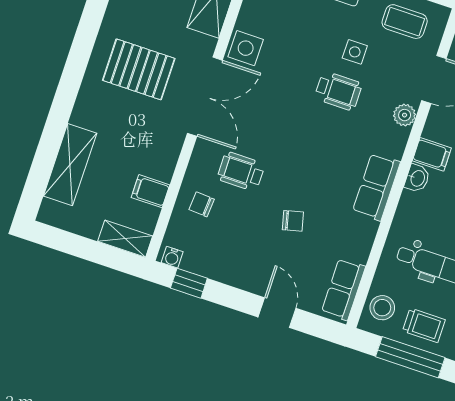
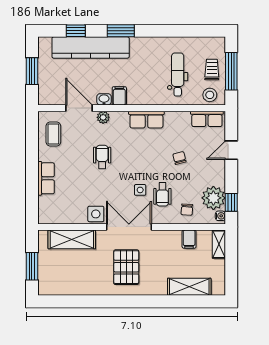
side table: (355, 52) -> (140, 190), moved
washbasin: (417, 178) -> (104, 99), moved
plant: (206, 256) -> (213, 198), added

